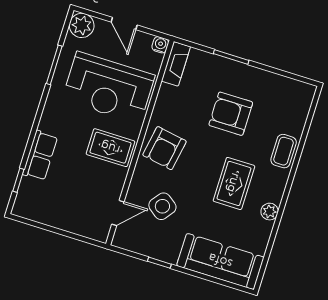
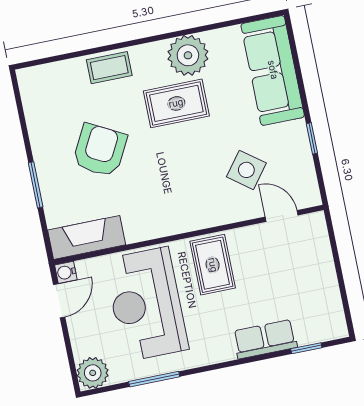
door: (124, 24) -> (59, 301), moved
fireplace: (176, 64) -> (87, 237), width x1.37, depth x1.32
reception desk: (108, 88) -> (146, 304), turned 180
armchair: (231, 114) -> (100, 150), turned -152
armchair: (164, 148) -> (180, 204), removed
plant: (270, 212) -> (188, 55), width x1.87, depth x1.87

